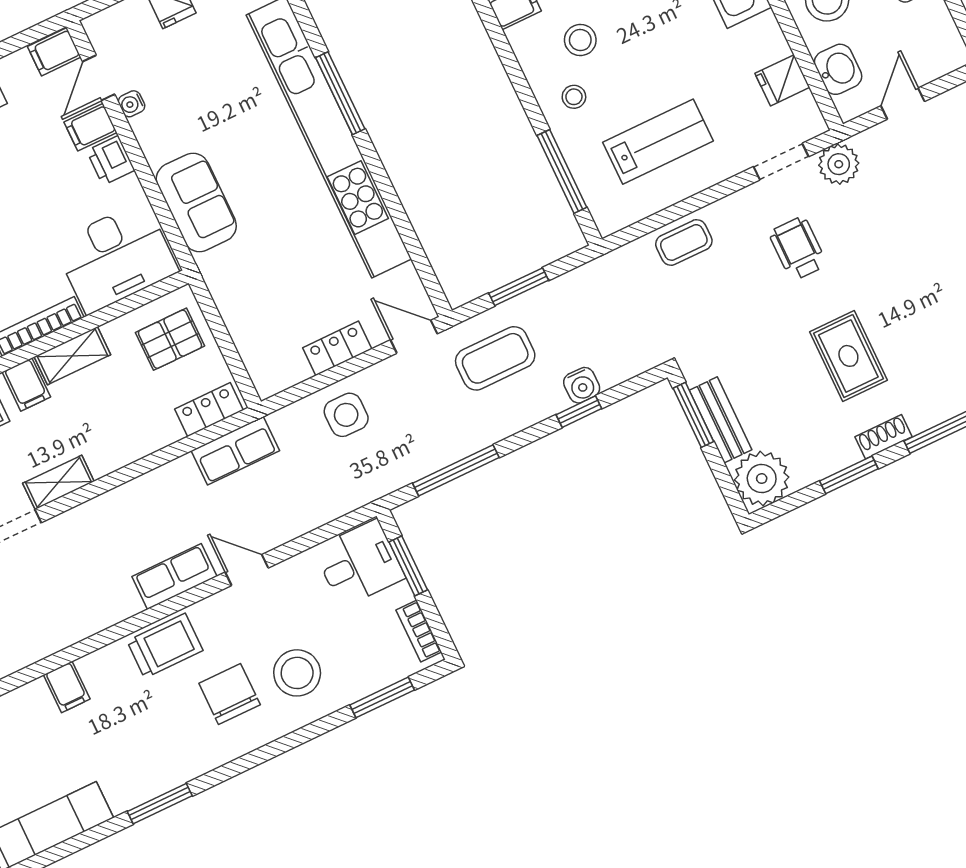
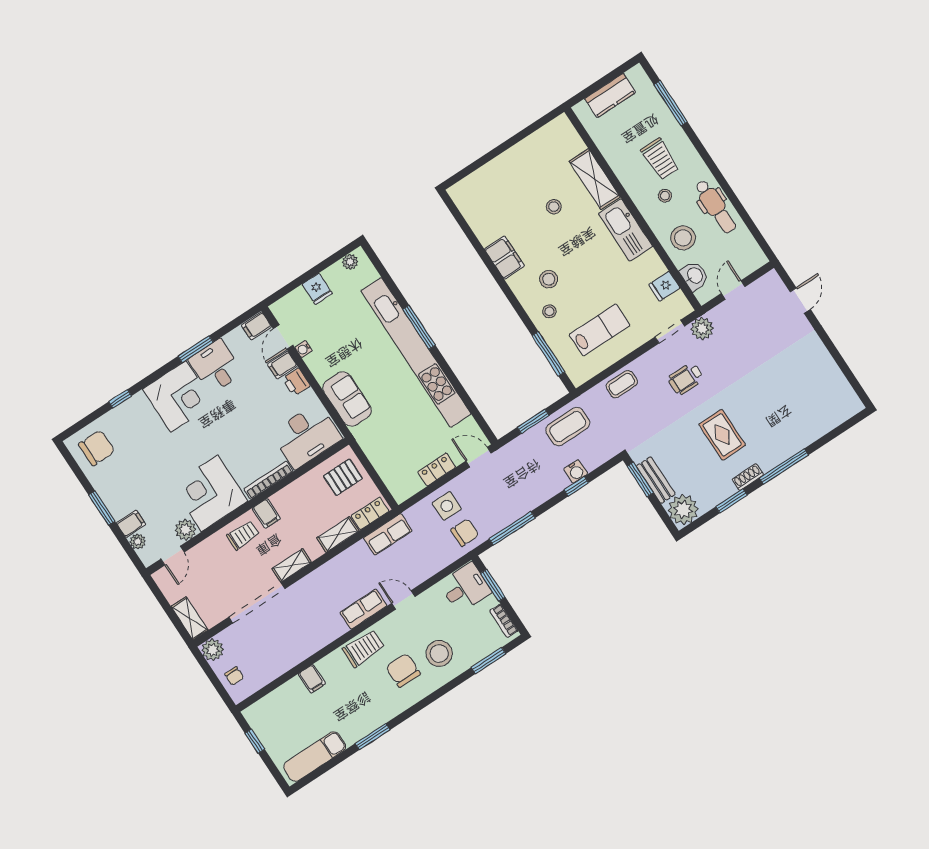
wheelchair: (798, 248) -> (686, 379), turned -90
shelving: (72, 356) -> (338, 534), moved
coffee table: (495, 358) -> (568, 427), moved
chair: (371, 466) -> (465, 533), added

